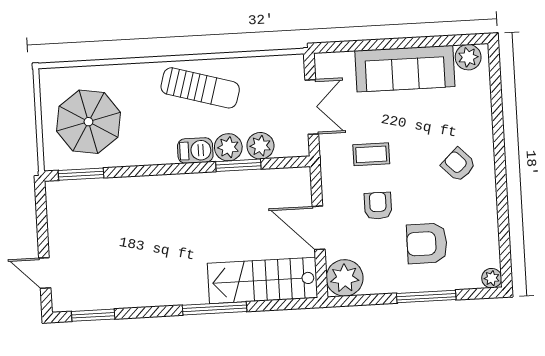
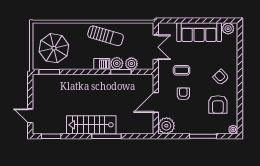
door: (319, 228) -> (156, 102), hinge flipped
armchair: (427, 243) -> (218, 104), moved, turned -90
stairs: (263, 280) -> (91, 125), moved

